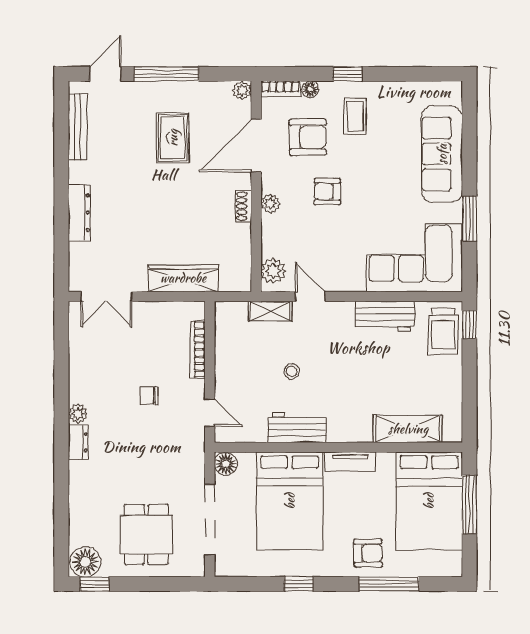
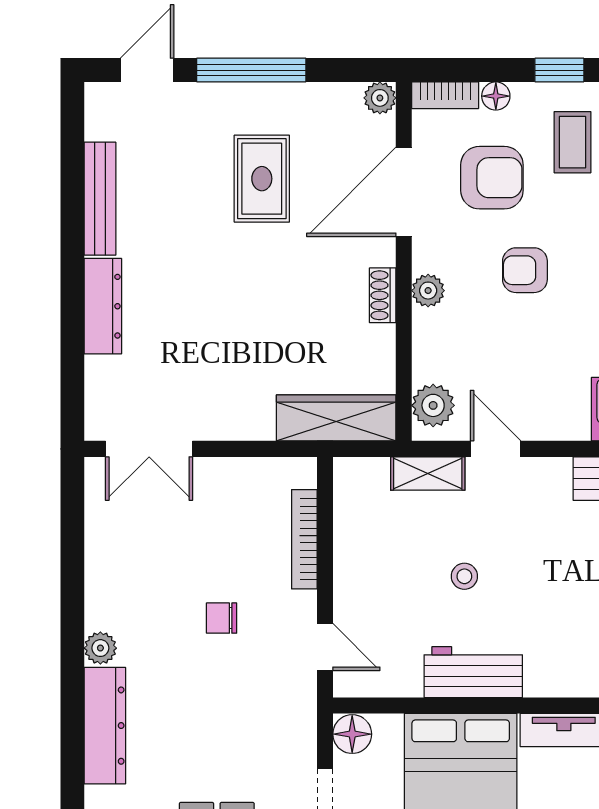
bench: (78, 127) -> (100, 199), moved
wardrobe: (183, 278) -> (336, 418), moved
dresser: (78, 442) -> (105, 726), width x1.96, depth x1.24

